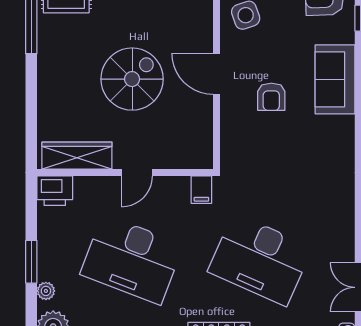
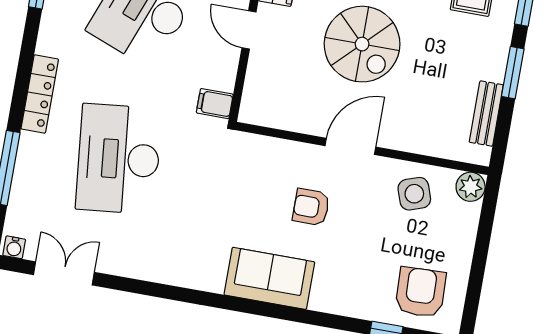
sofa: (335, 79) -> (269, 278), moved
desk: (260, 259) -> (119, 159), turned -30

